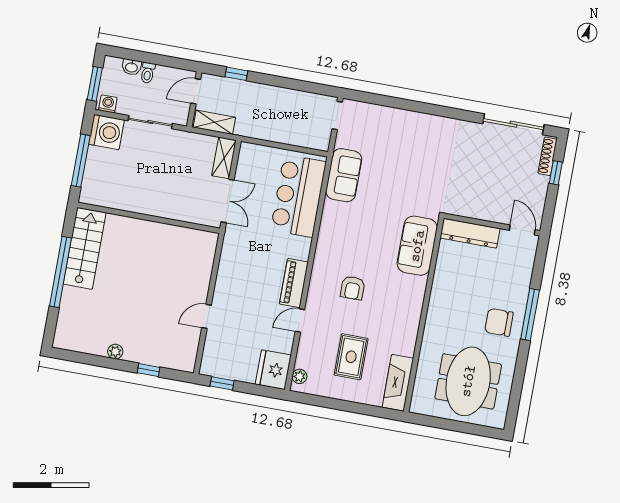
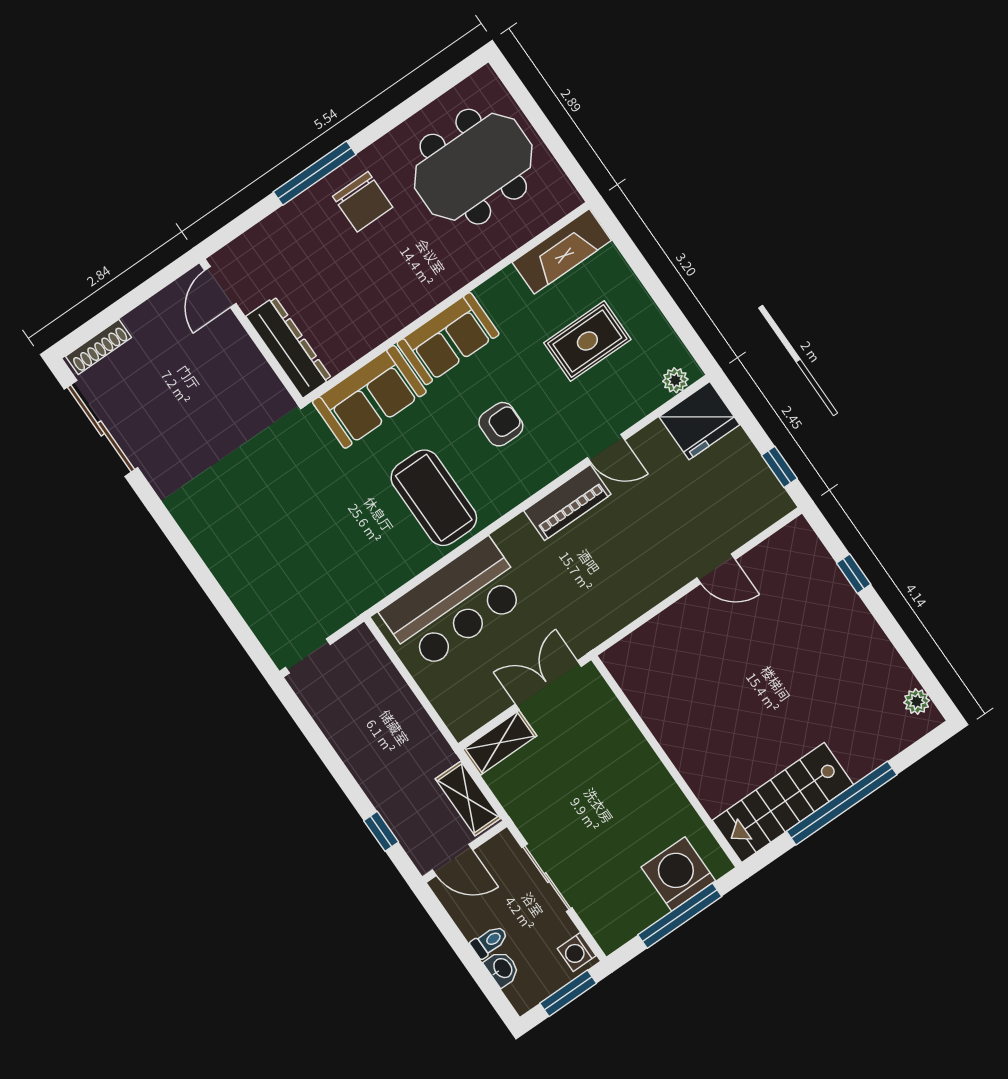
washing machine: (106, 132) -> (678, 874), moved
window: (556, 173) -> (109, 316), removed
sofa: (344, 175) -> (448, 339), moved, turned 180
coffee table: (350, 231) -> (434, 498), added
plant: (115, 352) -> (917, 702), moved

